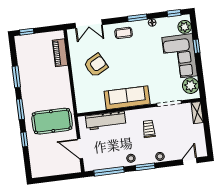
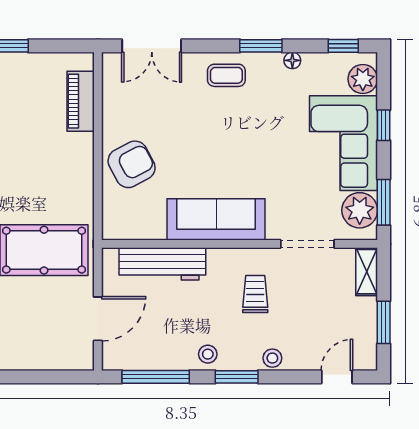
armchair: (96, 65) -> (132, 164), moved
window: (201, 81) -> (384, 202), added
window: (208, 134) -> (384, 322), added
door: (80, 149) -> (98, 319), swing flipped

